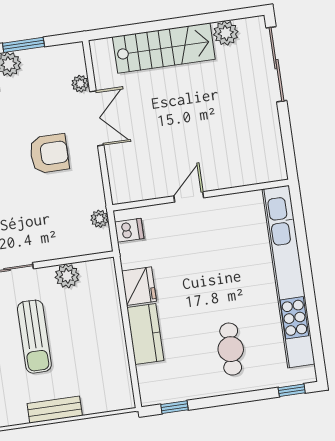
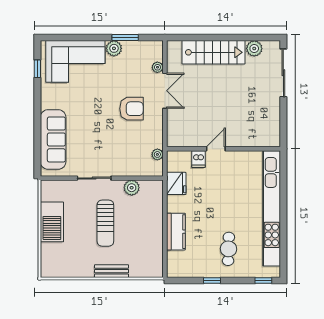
dishwasher: (129, 230) -> (198, 159), moved, turned 90
fridge: (139, 286) -> (176, 183), moved
window: (175, 407) -> (212, 281), moved

